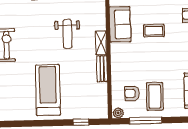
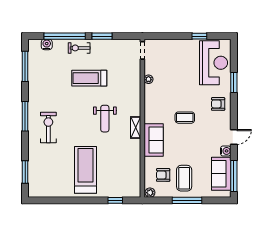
sofa: (120, 24) -> (154, 140), moved
bench: (102, 69) -> (136, 151), removed
window: (146, 121) -> (187, 200), moved

